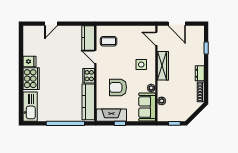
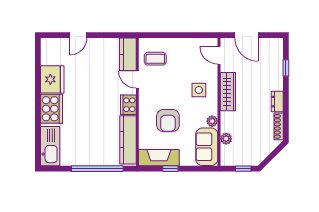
fridge: (29, 61) -> (52, 79), width x1.88, depth x1.34
armchair: (118, 87) -> (168, 121), turned -90

